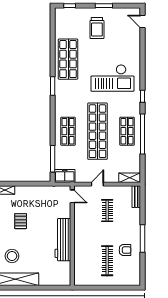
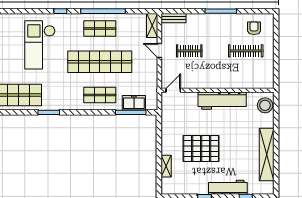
checkout: (112, 78) -> (40, 45), turned 180
freezer: (65, 176) -> (134, 103), moved, turned 90
door: (97, 184) -> (159, 51), moved
pallet: (21, 221) -> (201, 148), width x2.05, depth x2.00
armchair: (125, 250) -> (254, 28), moved
stool: (12, 256) -> (265, 105), moved

